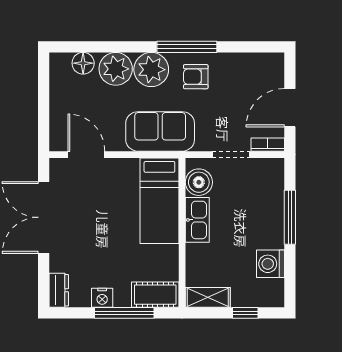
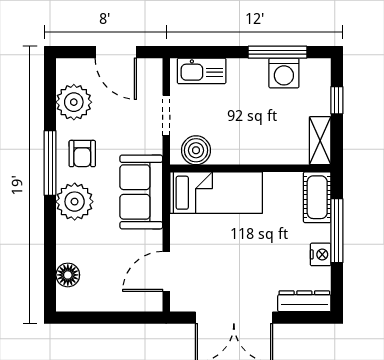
plant: (116, 69) -> (74, 102), moved
bookcase: (268, 145) -> (155, 76), removed
window: (290, 217) -> (278, 52), moved
kitchen sink: (197, 220) -> (202, 71), moved, turned 180
dresser: (59, 290) -> (304, 301), width x1.44

